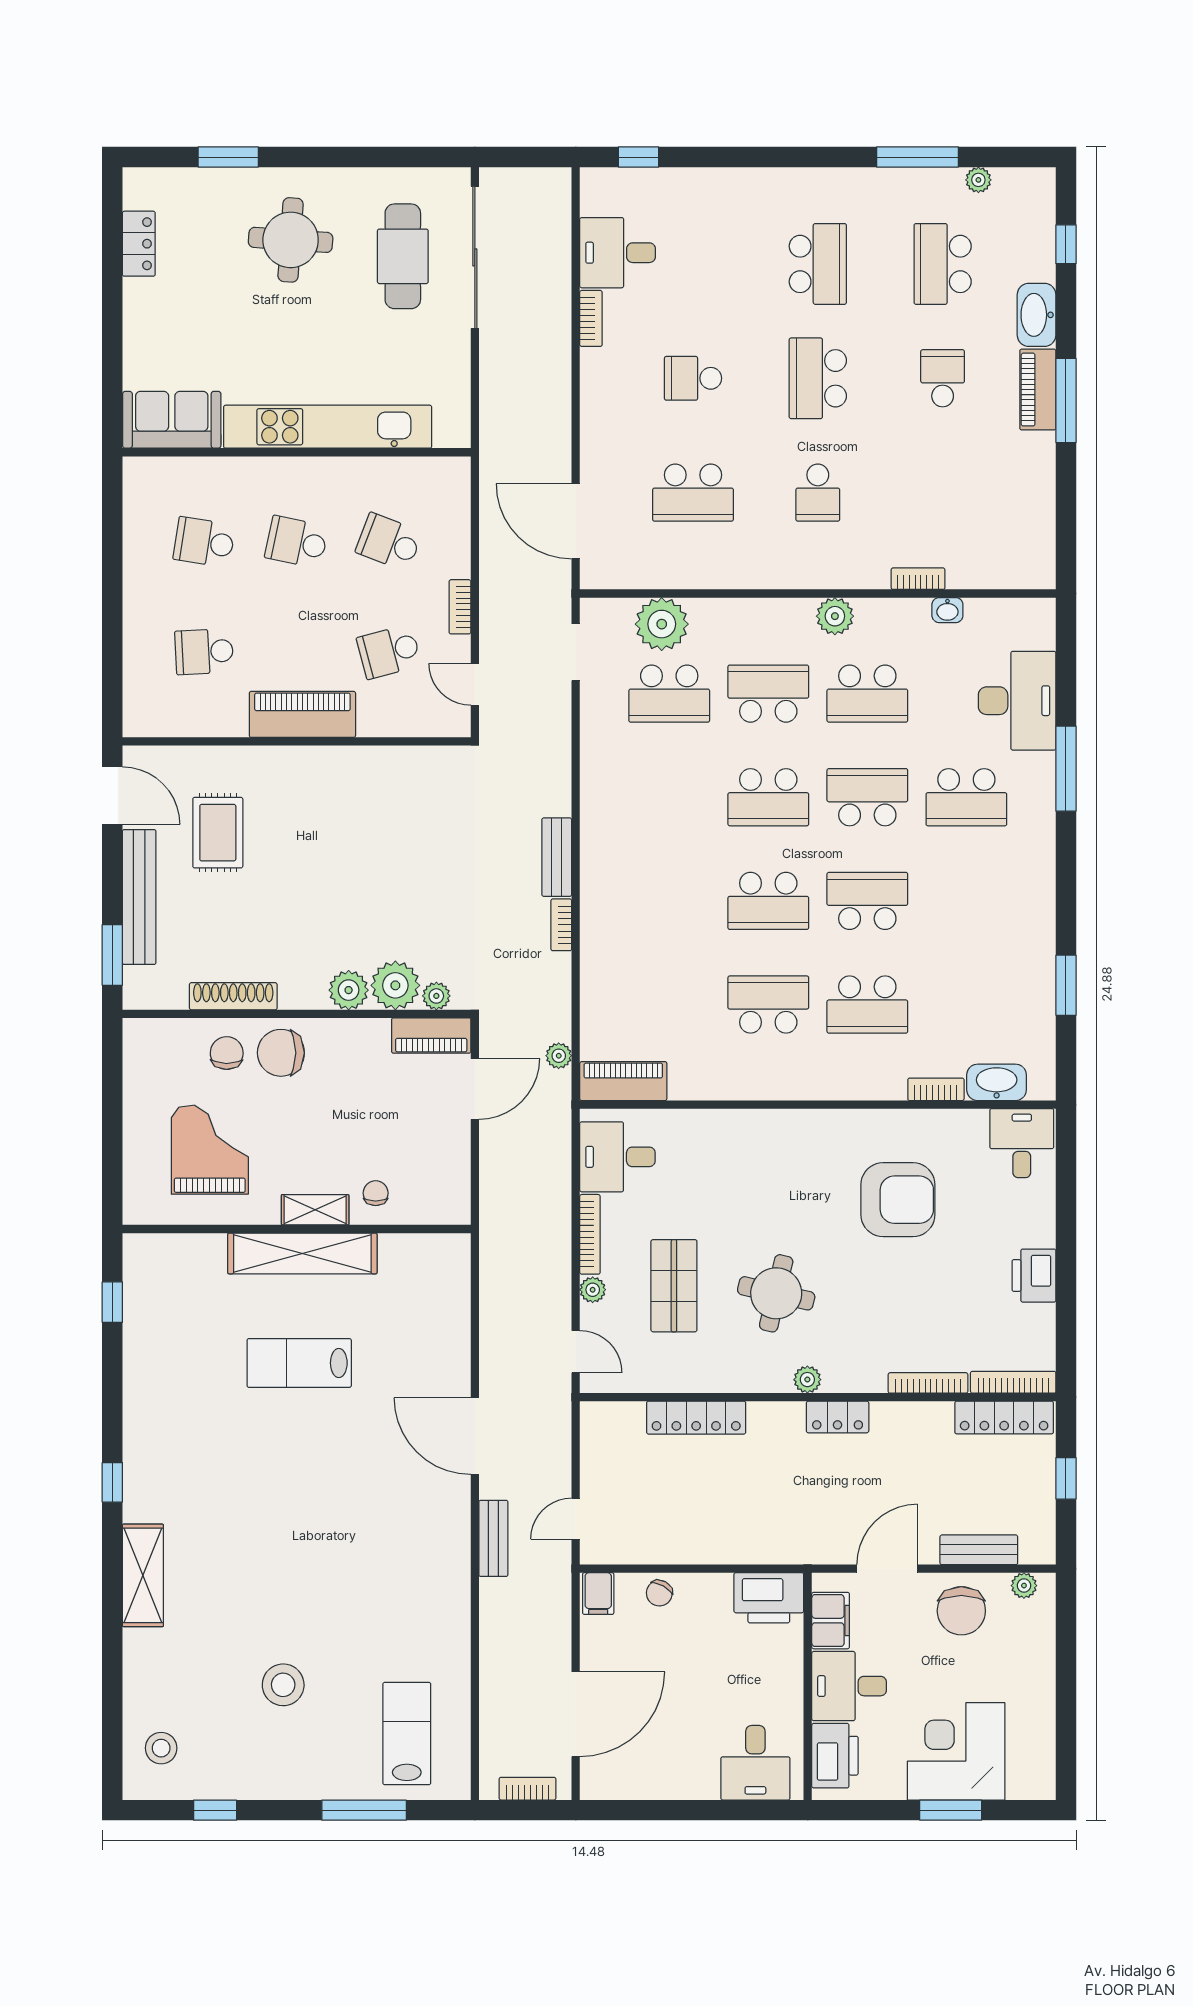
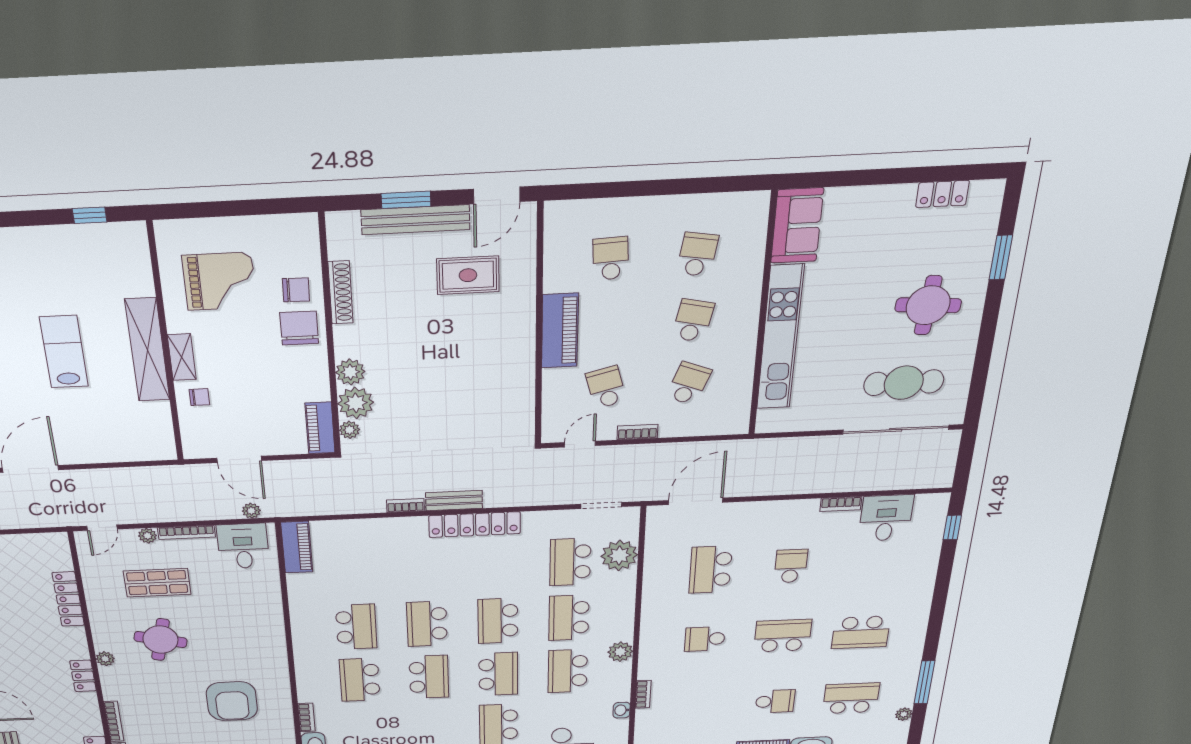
school desk: (768, 694) -> (569, 618), turned 180
locker: (598, 829) -> (475, 525), added
window: (112, 955) -> (406, 200), moved
plant: (559, 1056) -> (251, 511), moved
door: (475, 1089) -> (239, 459), moved

